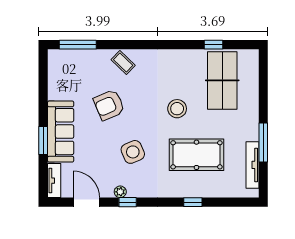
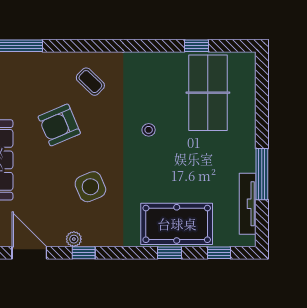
coffee table: (123, 63) -> (90, 82), moved
stool: (177, 109) -> (149, 130), width x0.53, depth x0.53
pool table: (196, 155) -> (177, 224), moved
window: (231, 202) -> (219, 253), added

